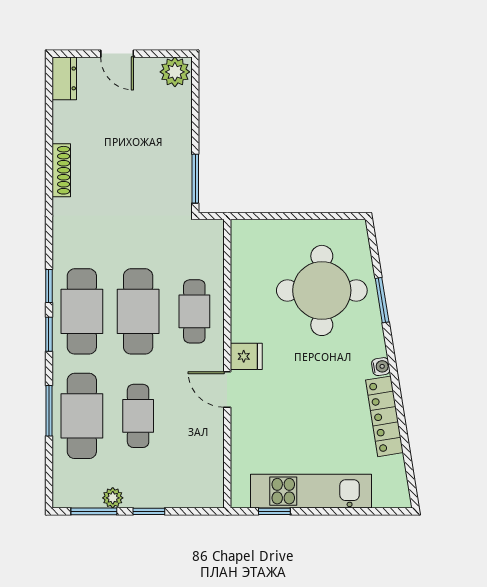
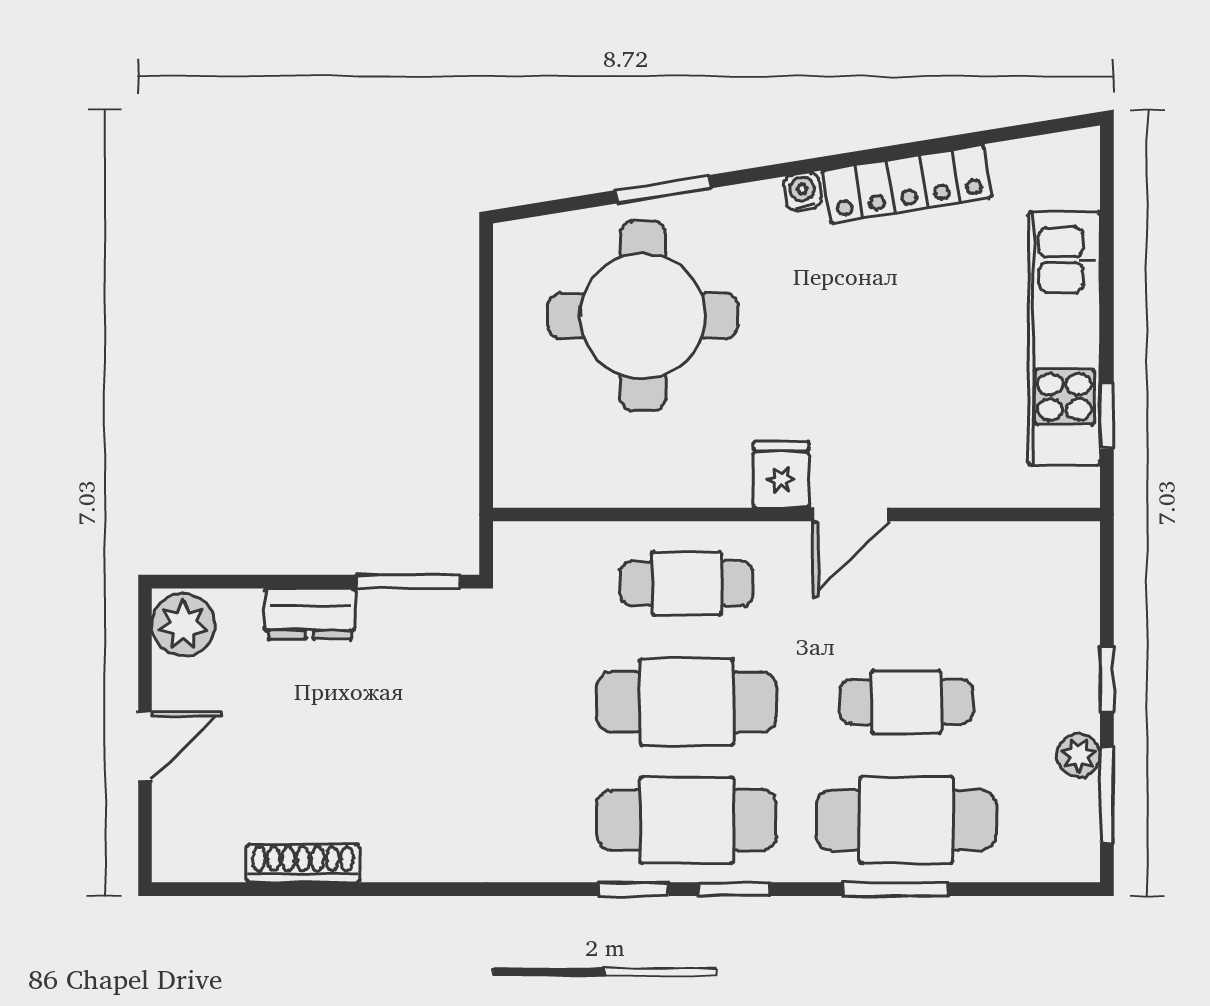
dresser: (64, 78) -> (310, 614), moved, turned 180
shoe rack: (61, 170) -> (303, 863), moved

